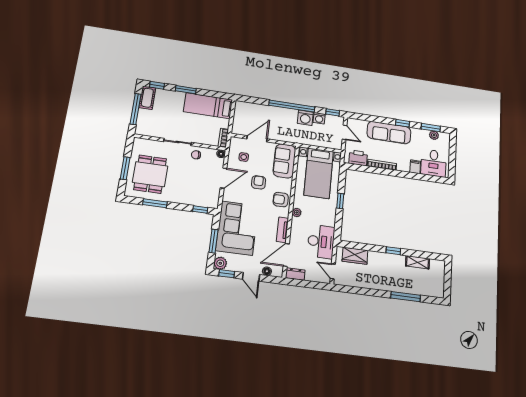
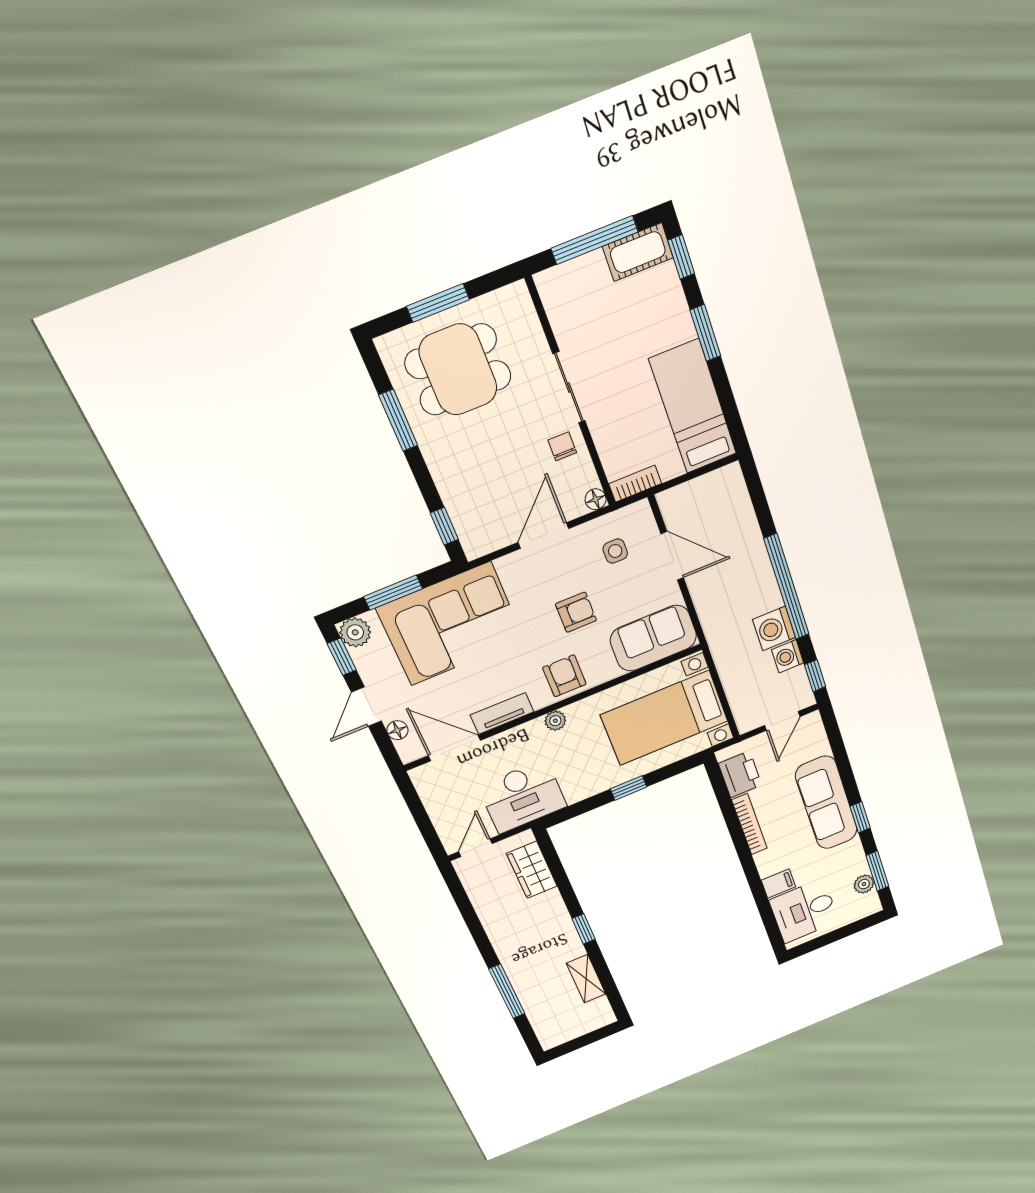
door: (224, 178) -> (543, 535), swing flipped
dresser: (295, 274) -> (426, 785), removed

